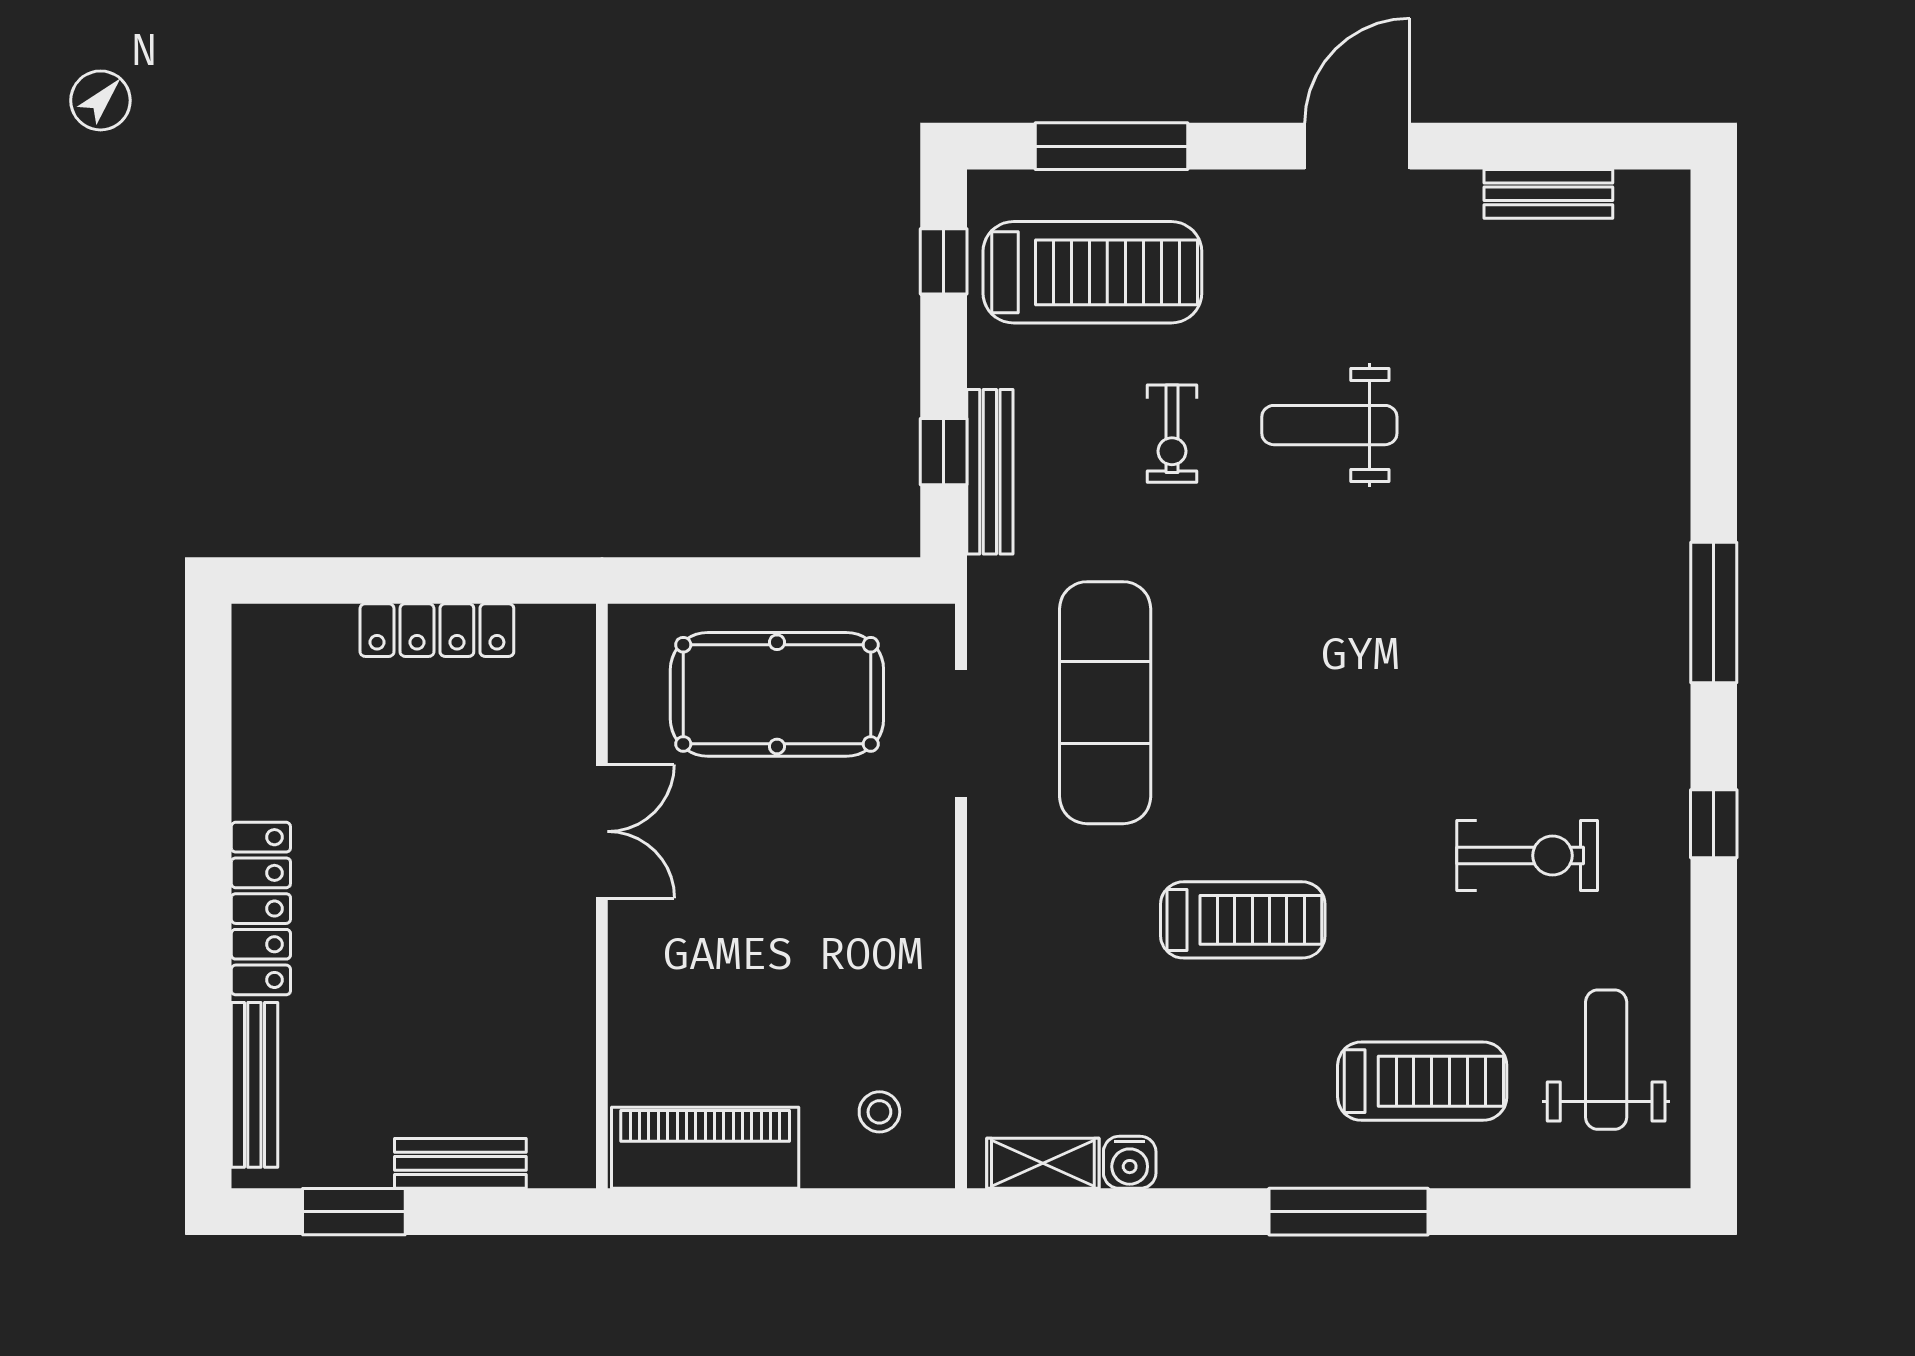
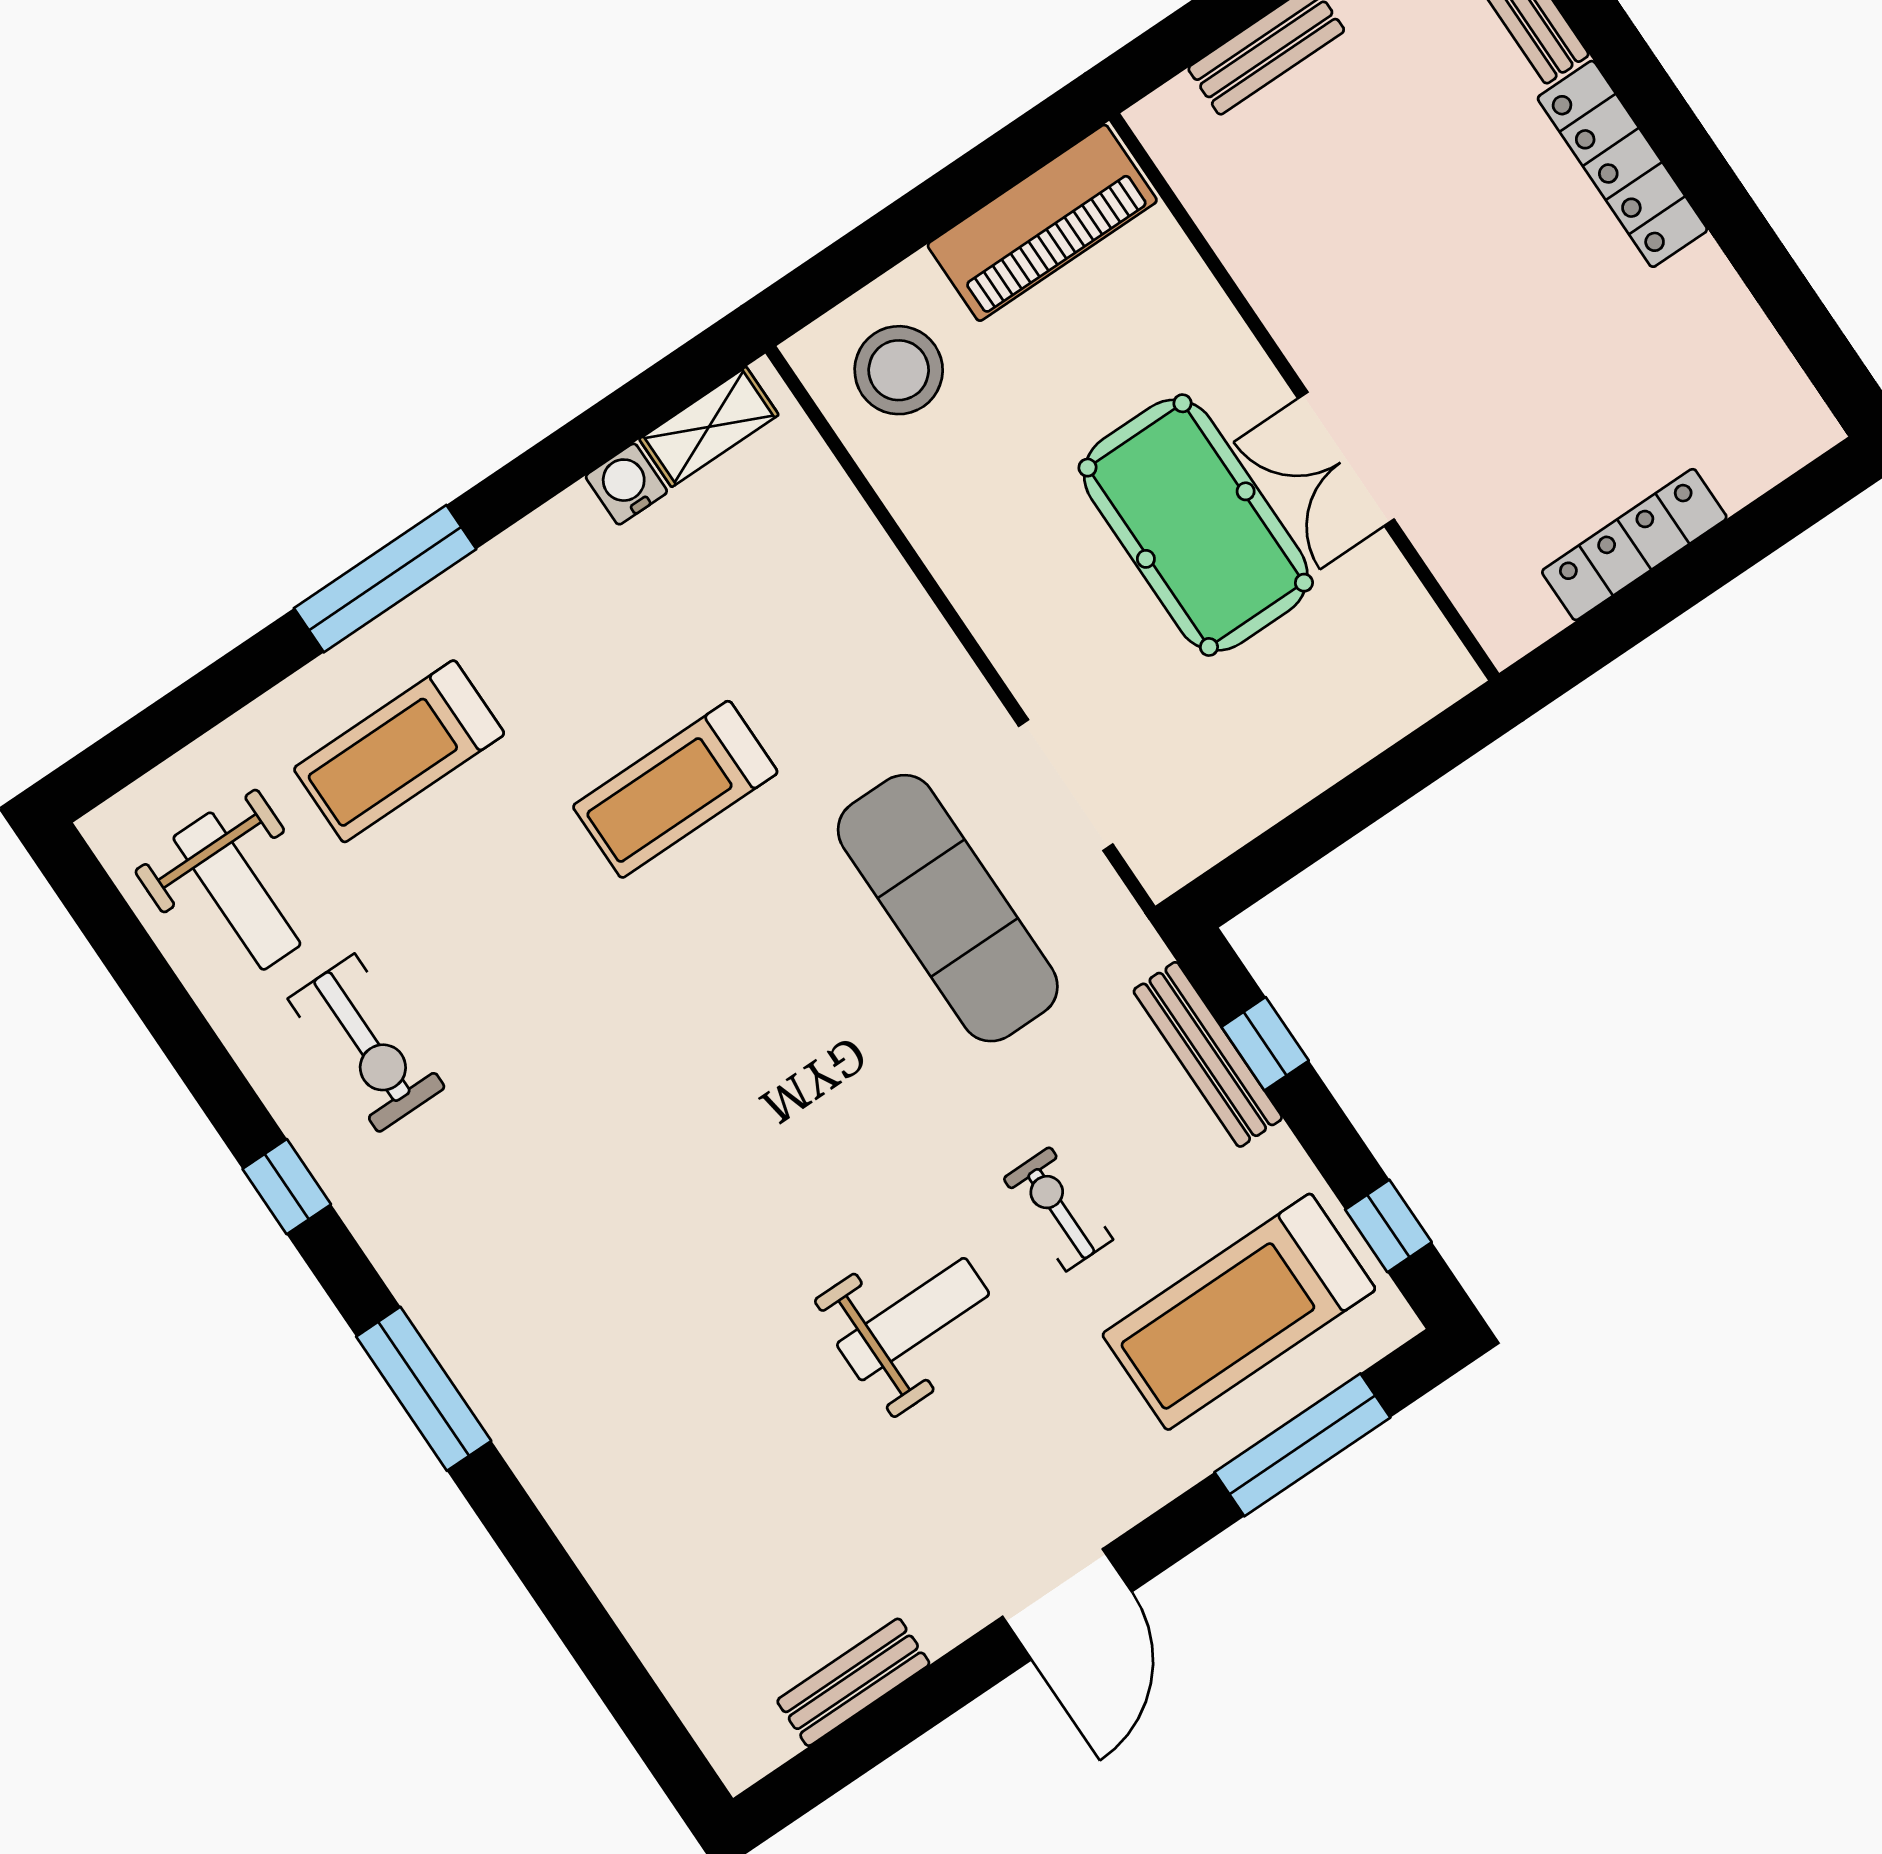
pool table: (777, 694) -> (1196, 525), moved, turned 90
exercise bike: (1527, 856) -> (367, 1043), moved, turned -90
stool: (879, 1112) -> (899, 370), width x1.89, depth x1.89

